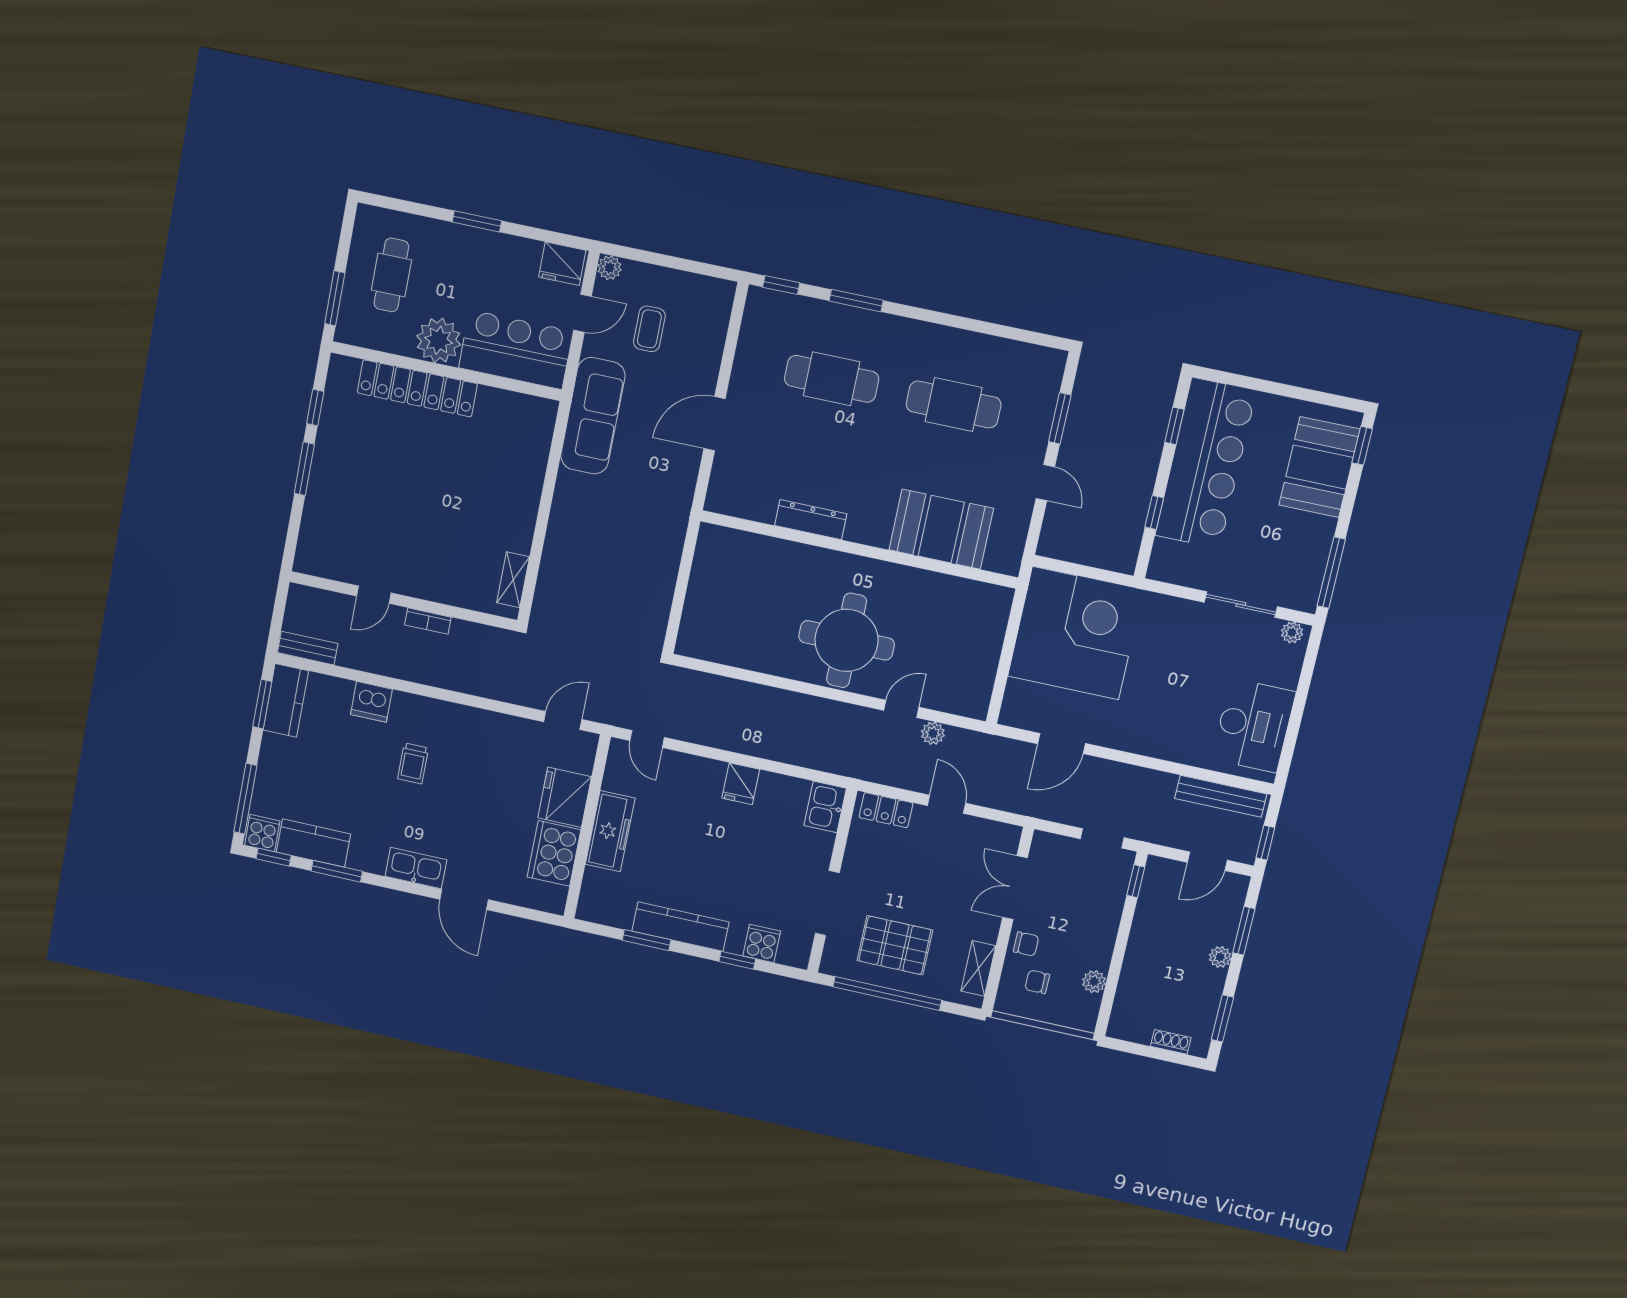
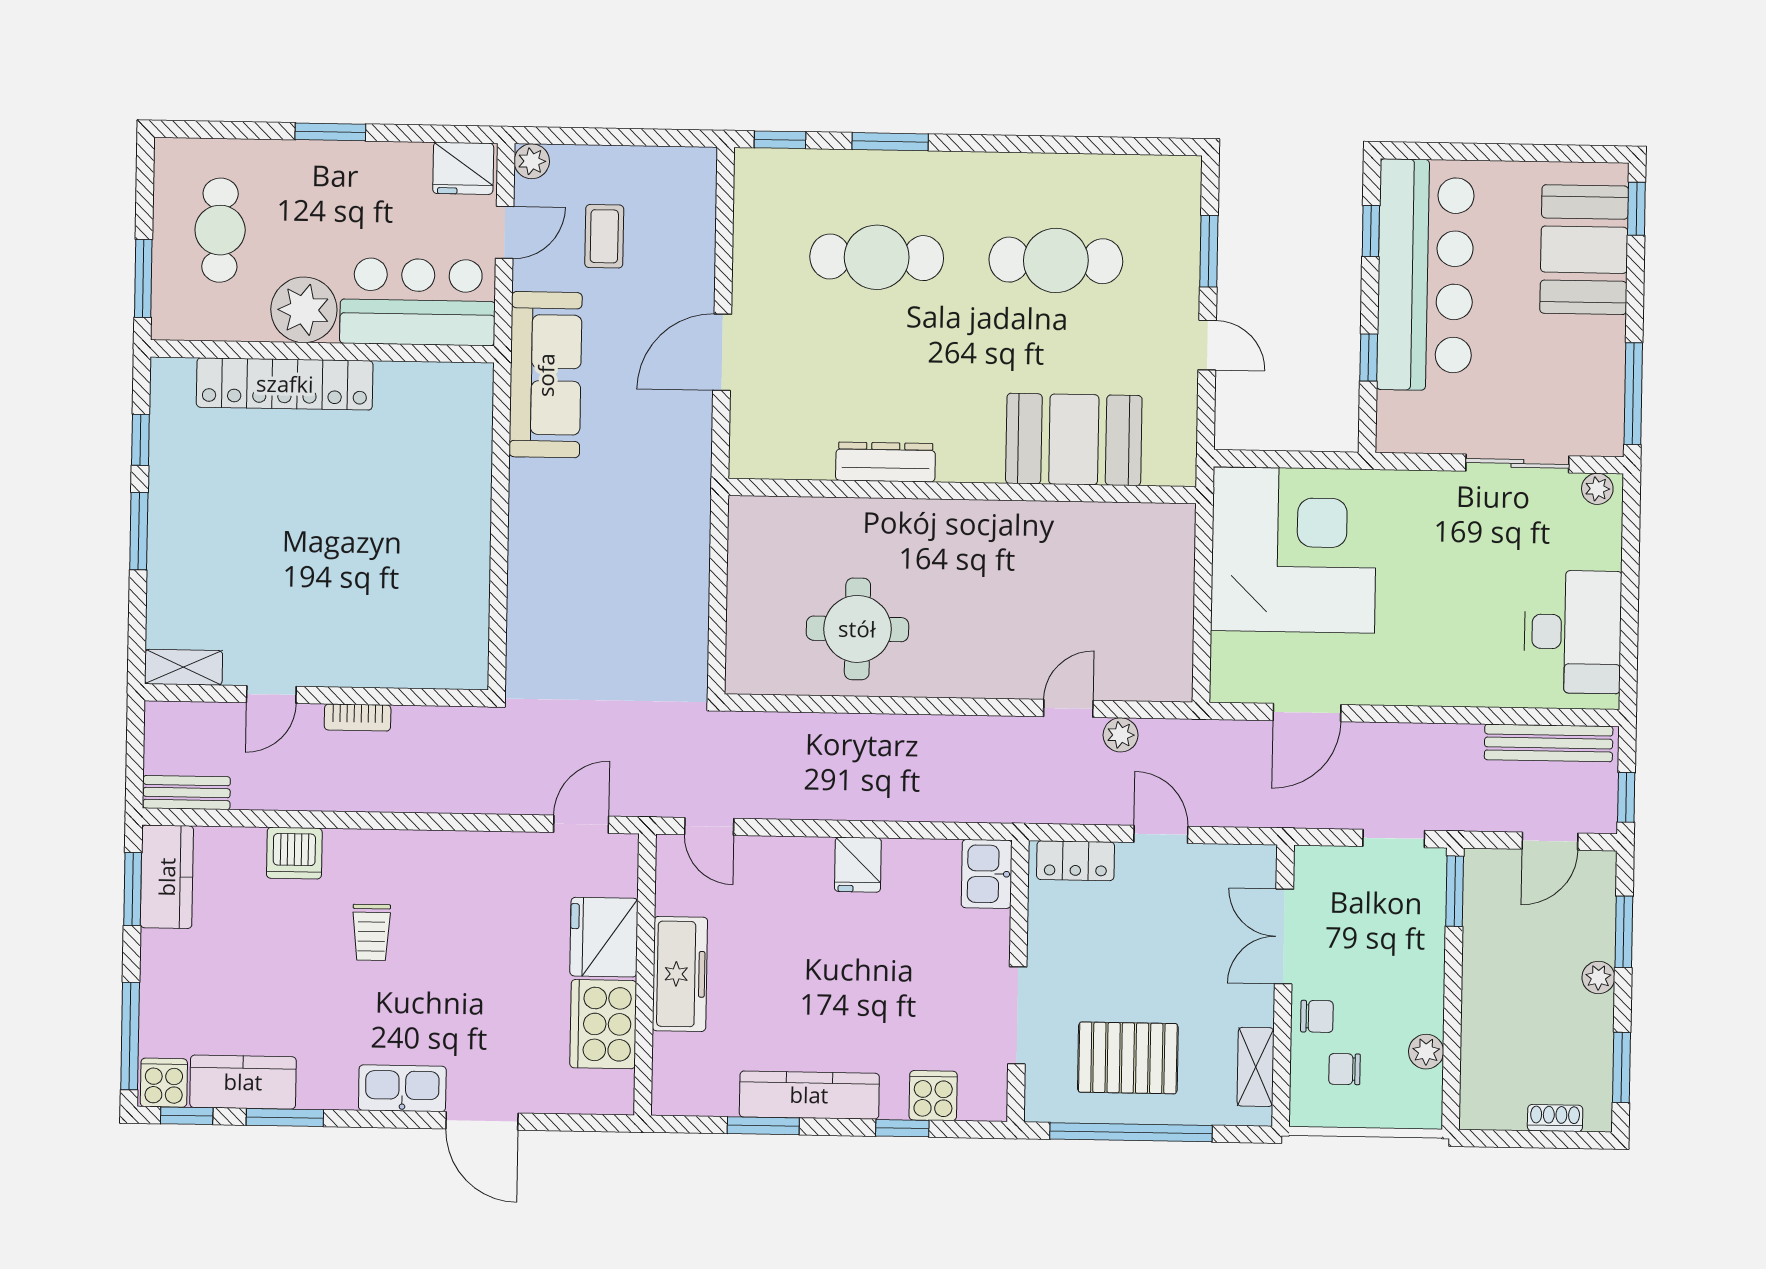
shelving: (513, 580) -> (184, 667), moved, turned 90
round table: (847, 640) -> (857, 629), moved, width x0.73, depth x0.73
window: (1136, 881) -> (1455, 891), width x1.50

